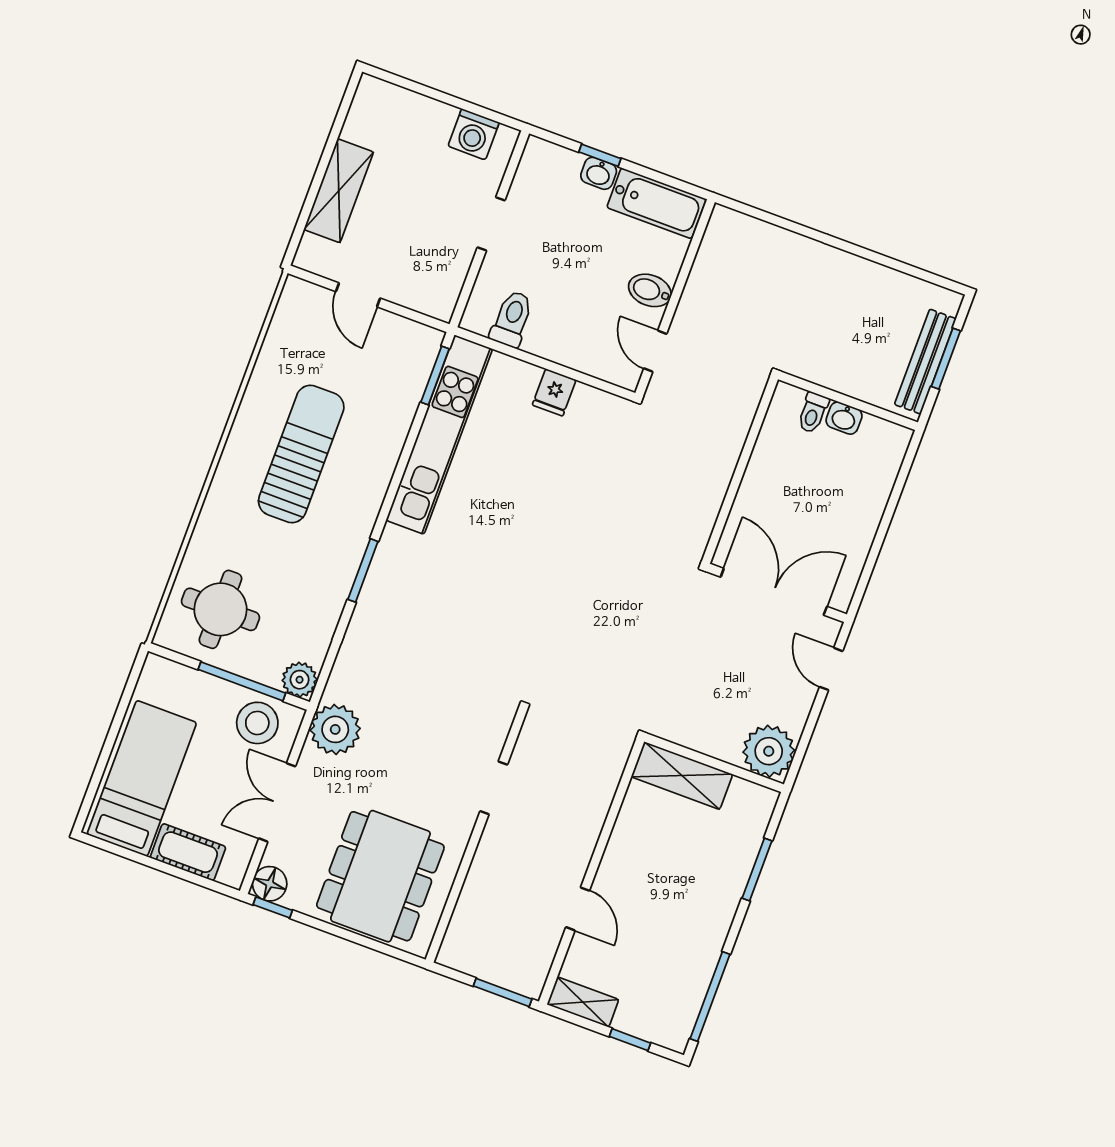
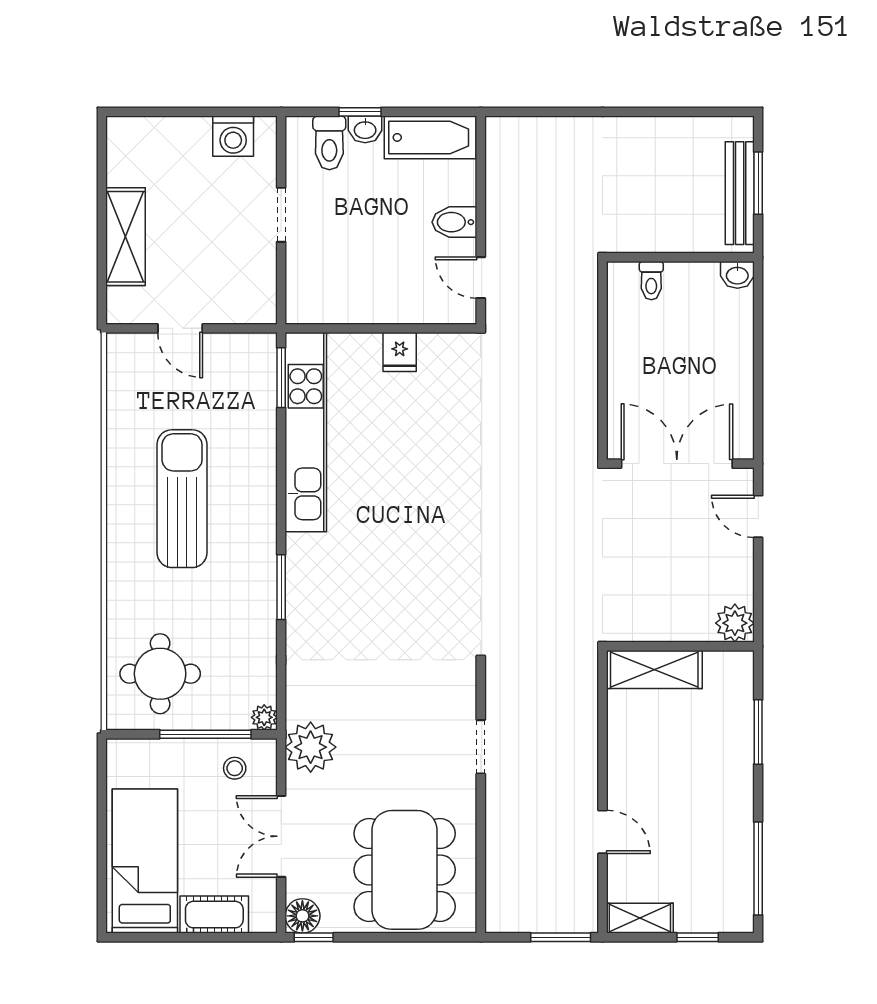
toilet: (512, 319) -> (329, 143), moved, turned 180
washbasin: (844, 418) -> (737, 275), moved
plant: (300, 680) -> (264, 717), width x0.73, depth x0.73
stool: (257, 723) -> (235, 768), width x0.53, depth x0.53
plant: (769, 751) -> (735, 623), width x0.73, depth x0.73

